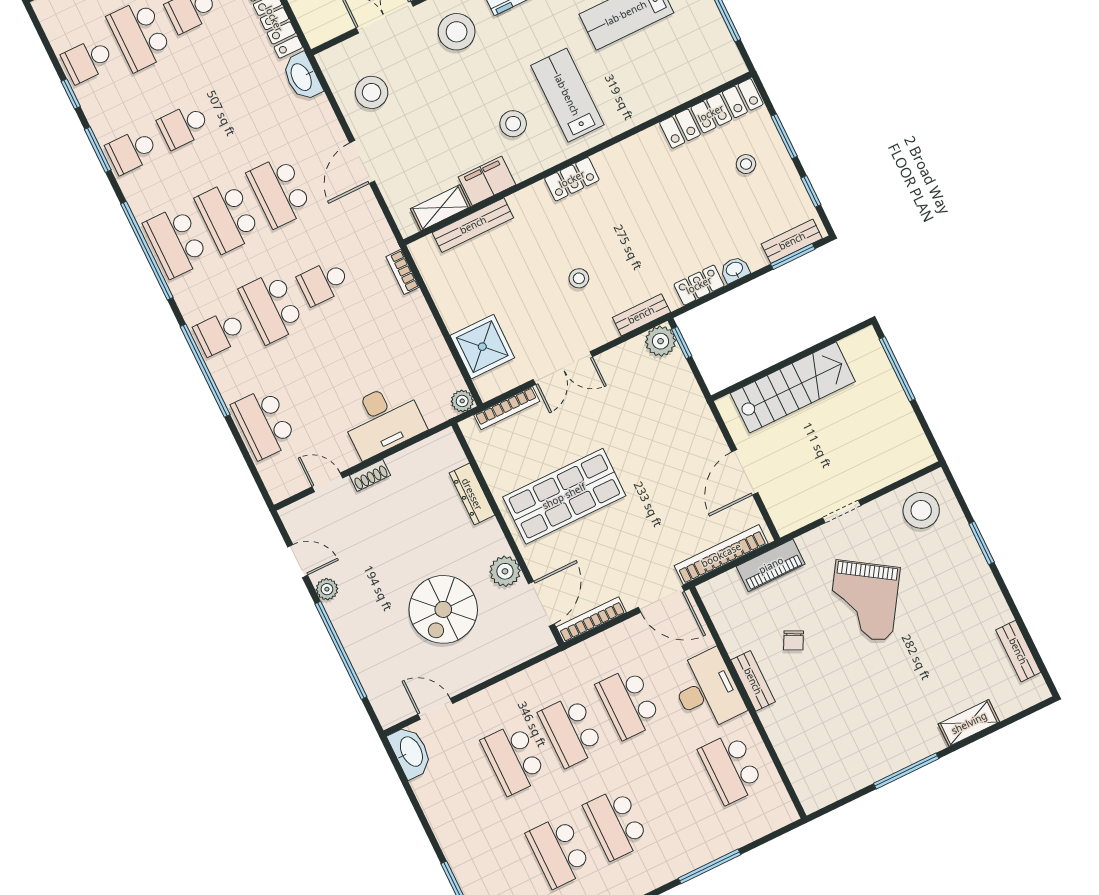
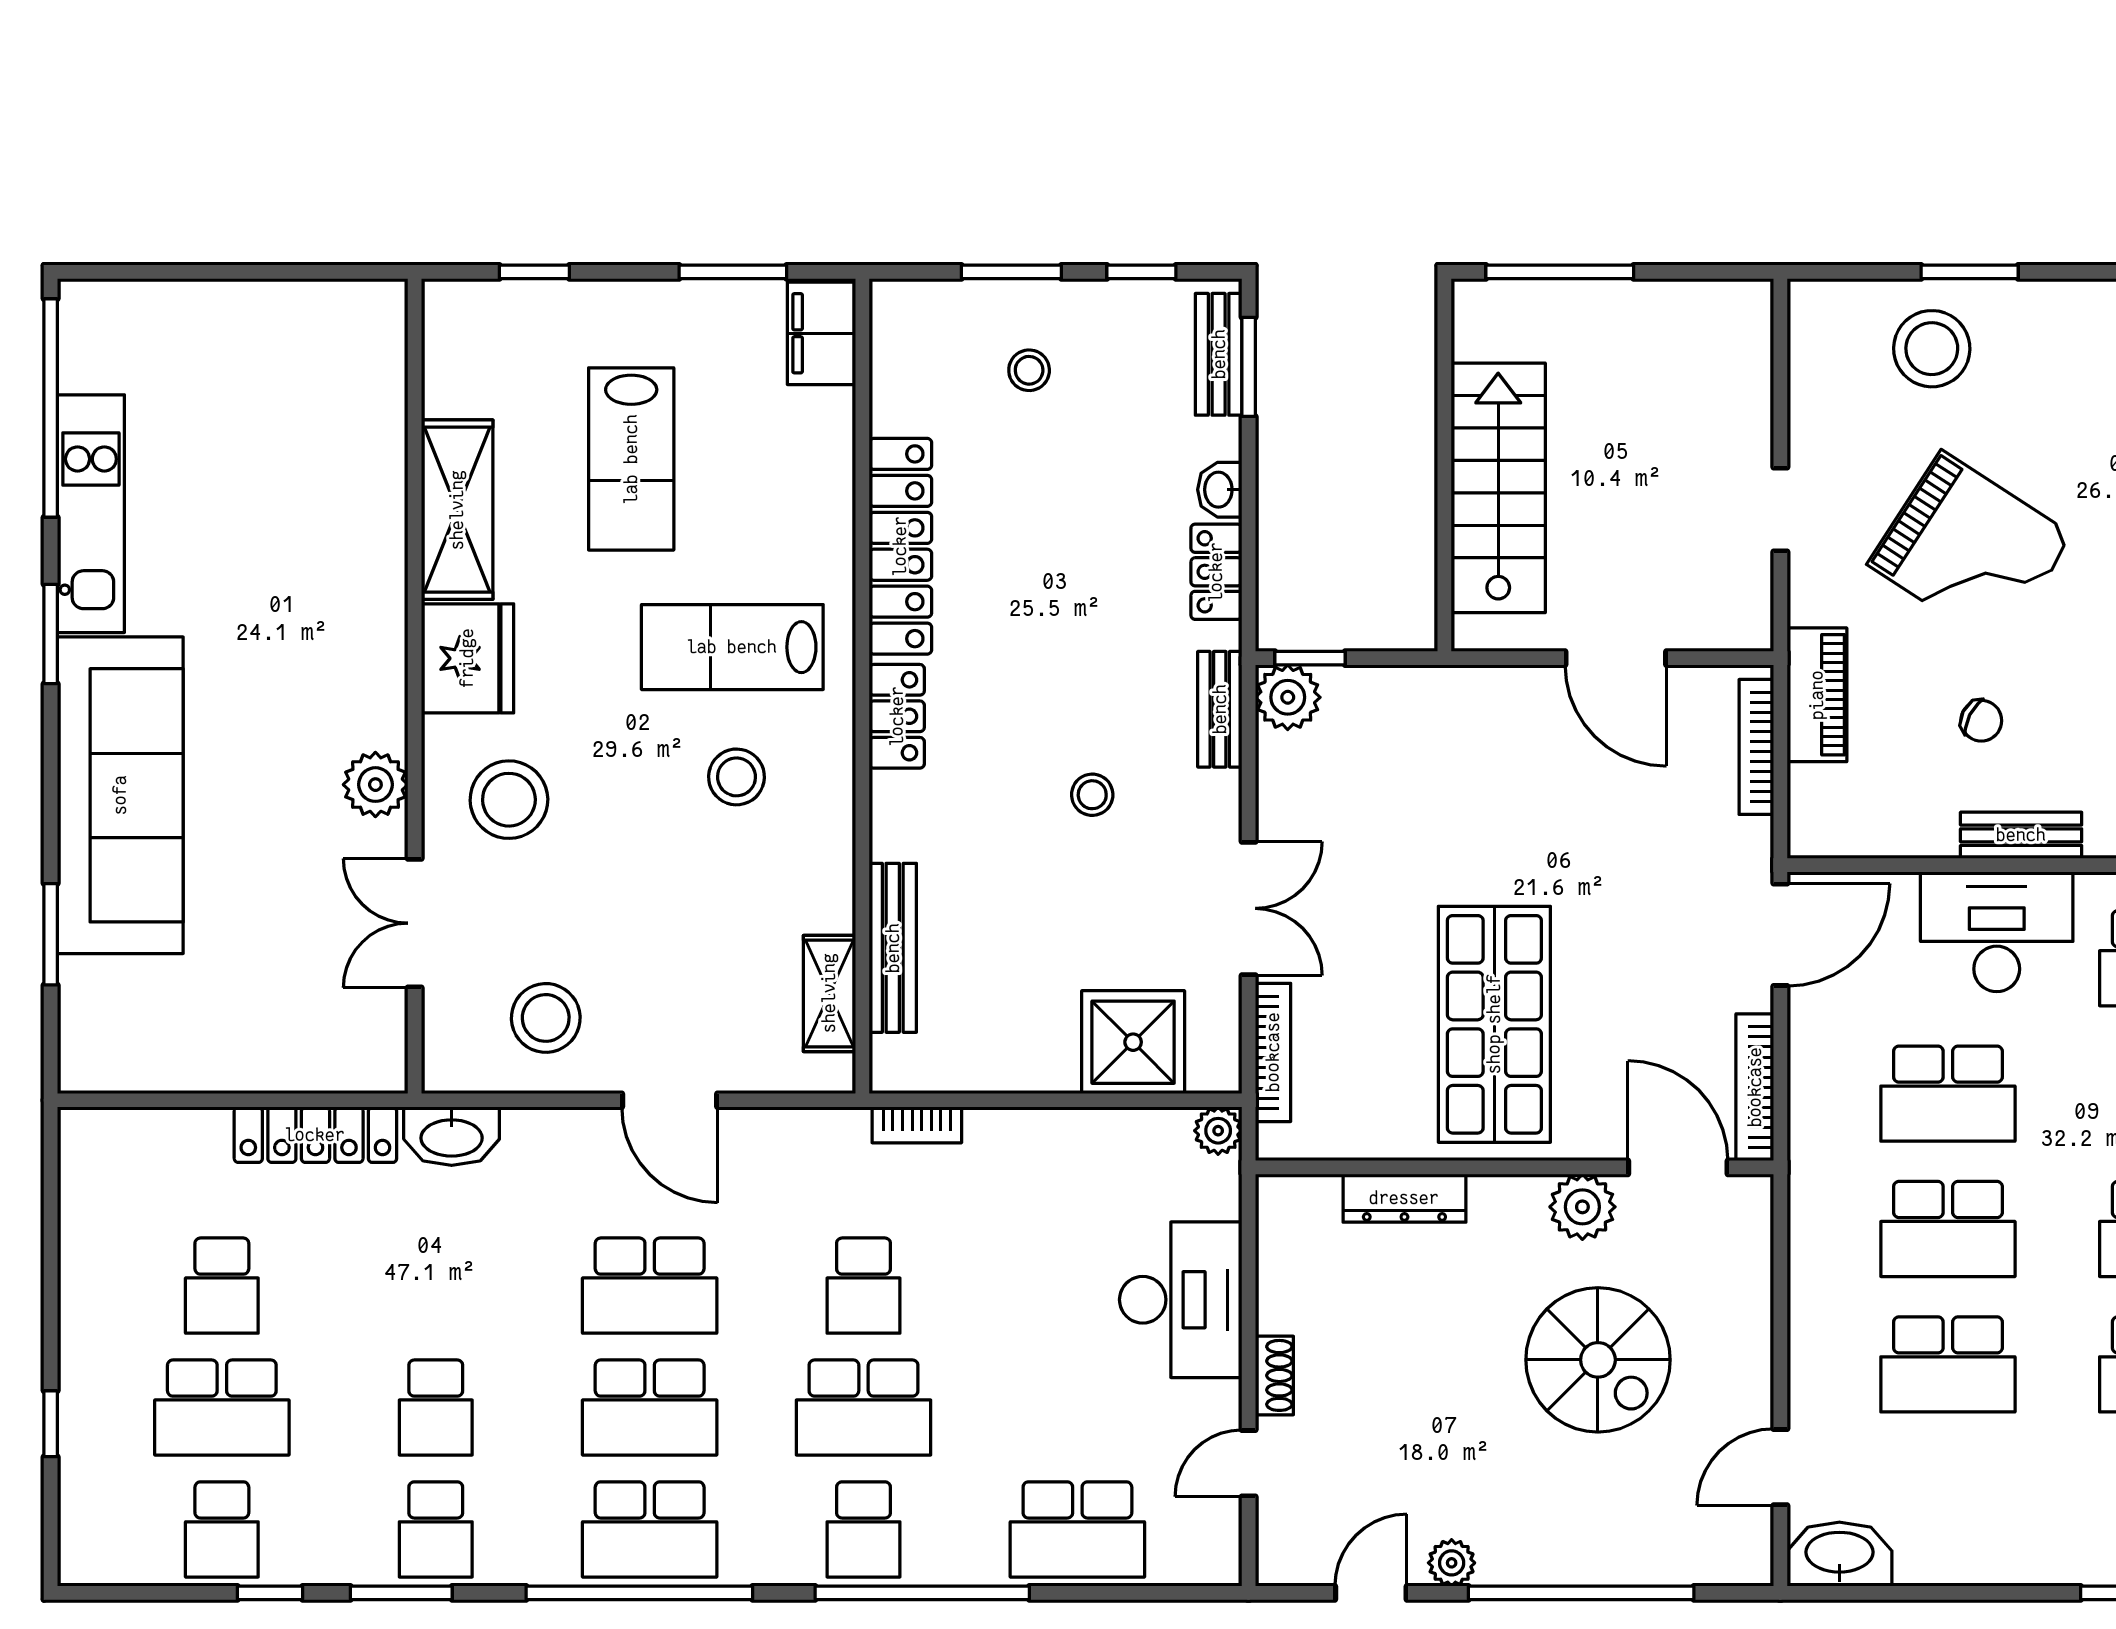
locker: (711, 113) -> (900, 546), moved
filing cabinet: (487, 181) -> (821, 333), moved
stool: (921, 510) -> (1932, 349), moved
bookcase: (721, 555) -> (1756, 747), width x0.68, depth x0.76

